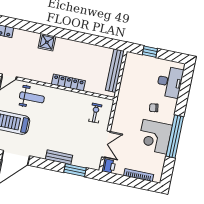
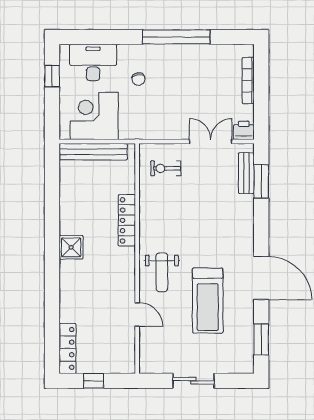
shower: (47, 42) -> (71, 247), moved
window: (150, 52) -> (52, 76), moved
weight bench: (32, 97) -> (162, 272), turned 180
corner desk: (155, 137) -> (94, 116), moved, turned 180
bench: (59, 157) -> (246, 173), moved

